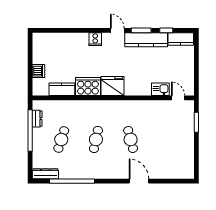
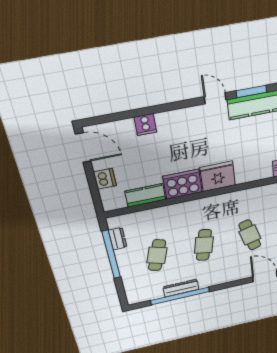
cooker: (95, 39) -> (145, 125), moved
door: (30, 47) -> (83, 148), added
dresser: (45, 174) -> (181, 288), moved

